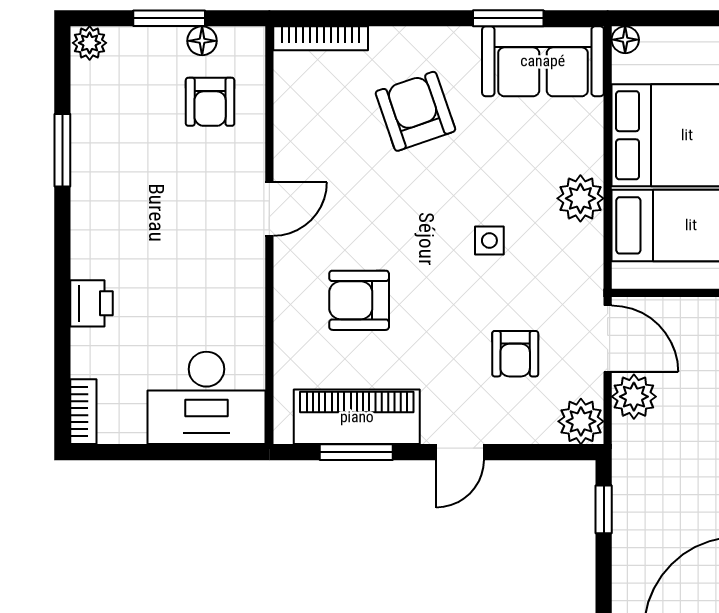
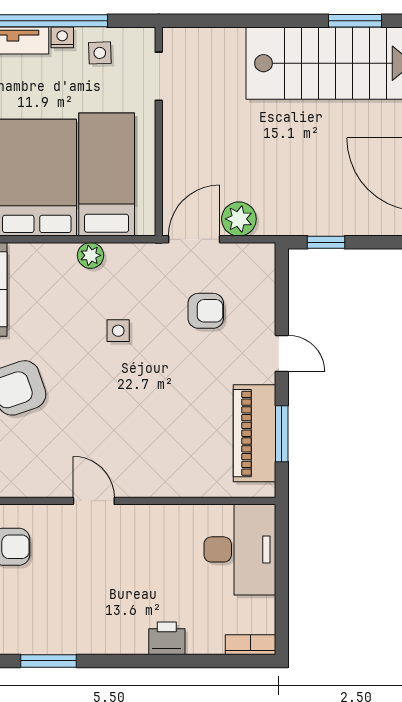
plant: (580, 198) -> (91, 255), width x0.73, depth x0.73
armchair: (359, 300) -> (164, 431), removed
plant: (581, 421) -> (258, 260), removed

